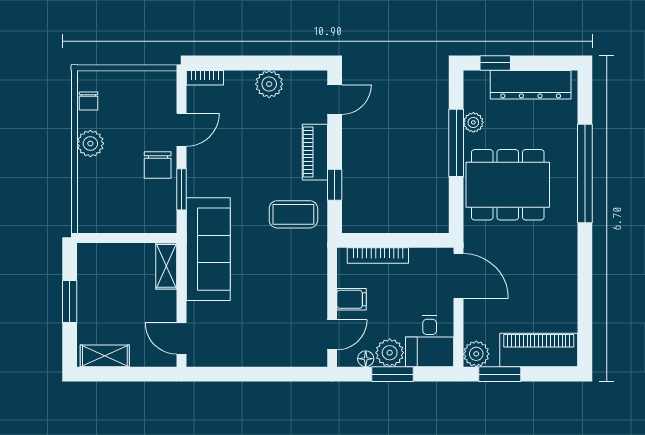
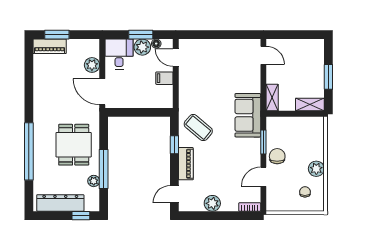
chair: (89, 101) -> (305, 192), moved
dining table: (508, 185) -> (74, 145), width x0.73
coffee table: (293, 214) -> (198, 128), turned 40
sofa: (208, 249) -> (248, 115), width x0.73
bookcase: (378, 255) -> (149, 104), removed
door: (332, 335) -> (176, 58), hinge flipped
piano: (539, 350) -> (50, 46), width x0.73, depth x0.75
plant: (476, 354) -> (92, 65), moved
shelving: (105, 356) -> (310, 105), moved
window: (500, 374) -> (57, 35), moved

